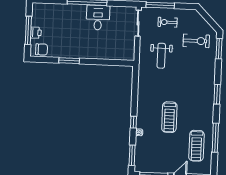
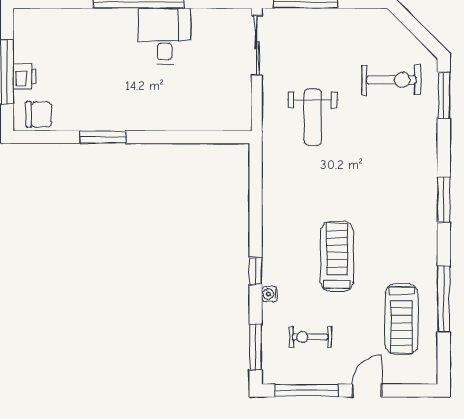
exercise bike: (168, 22) -> (310, 337), moved
treadmill: (169, 117) -> (337, 256), turned 180

